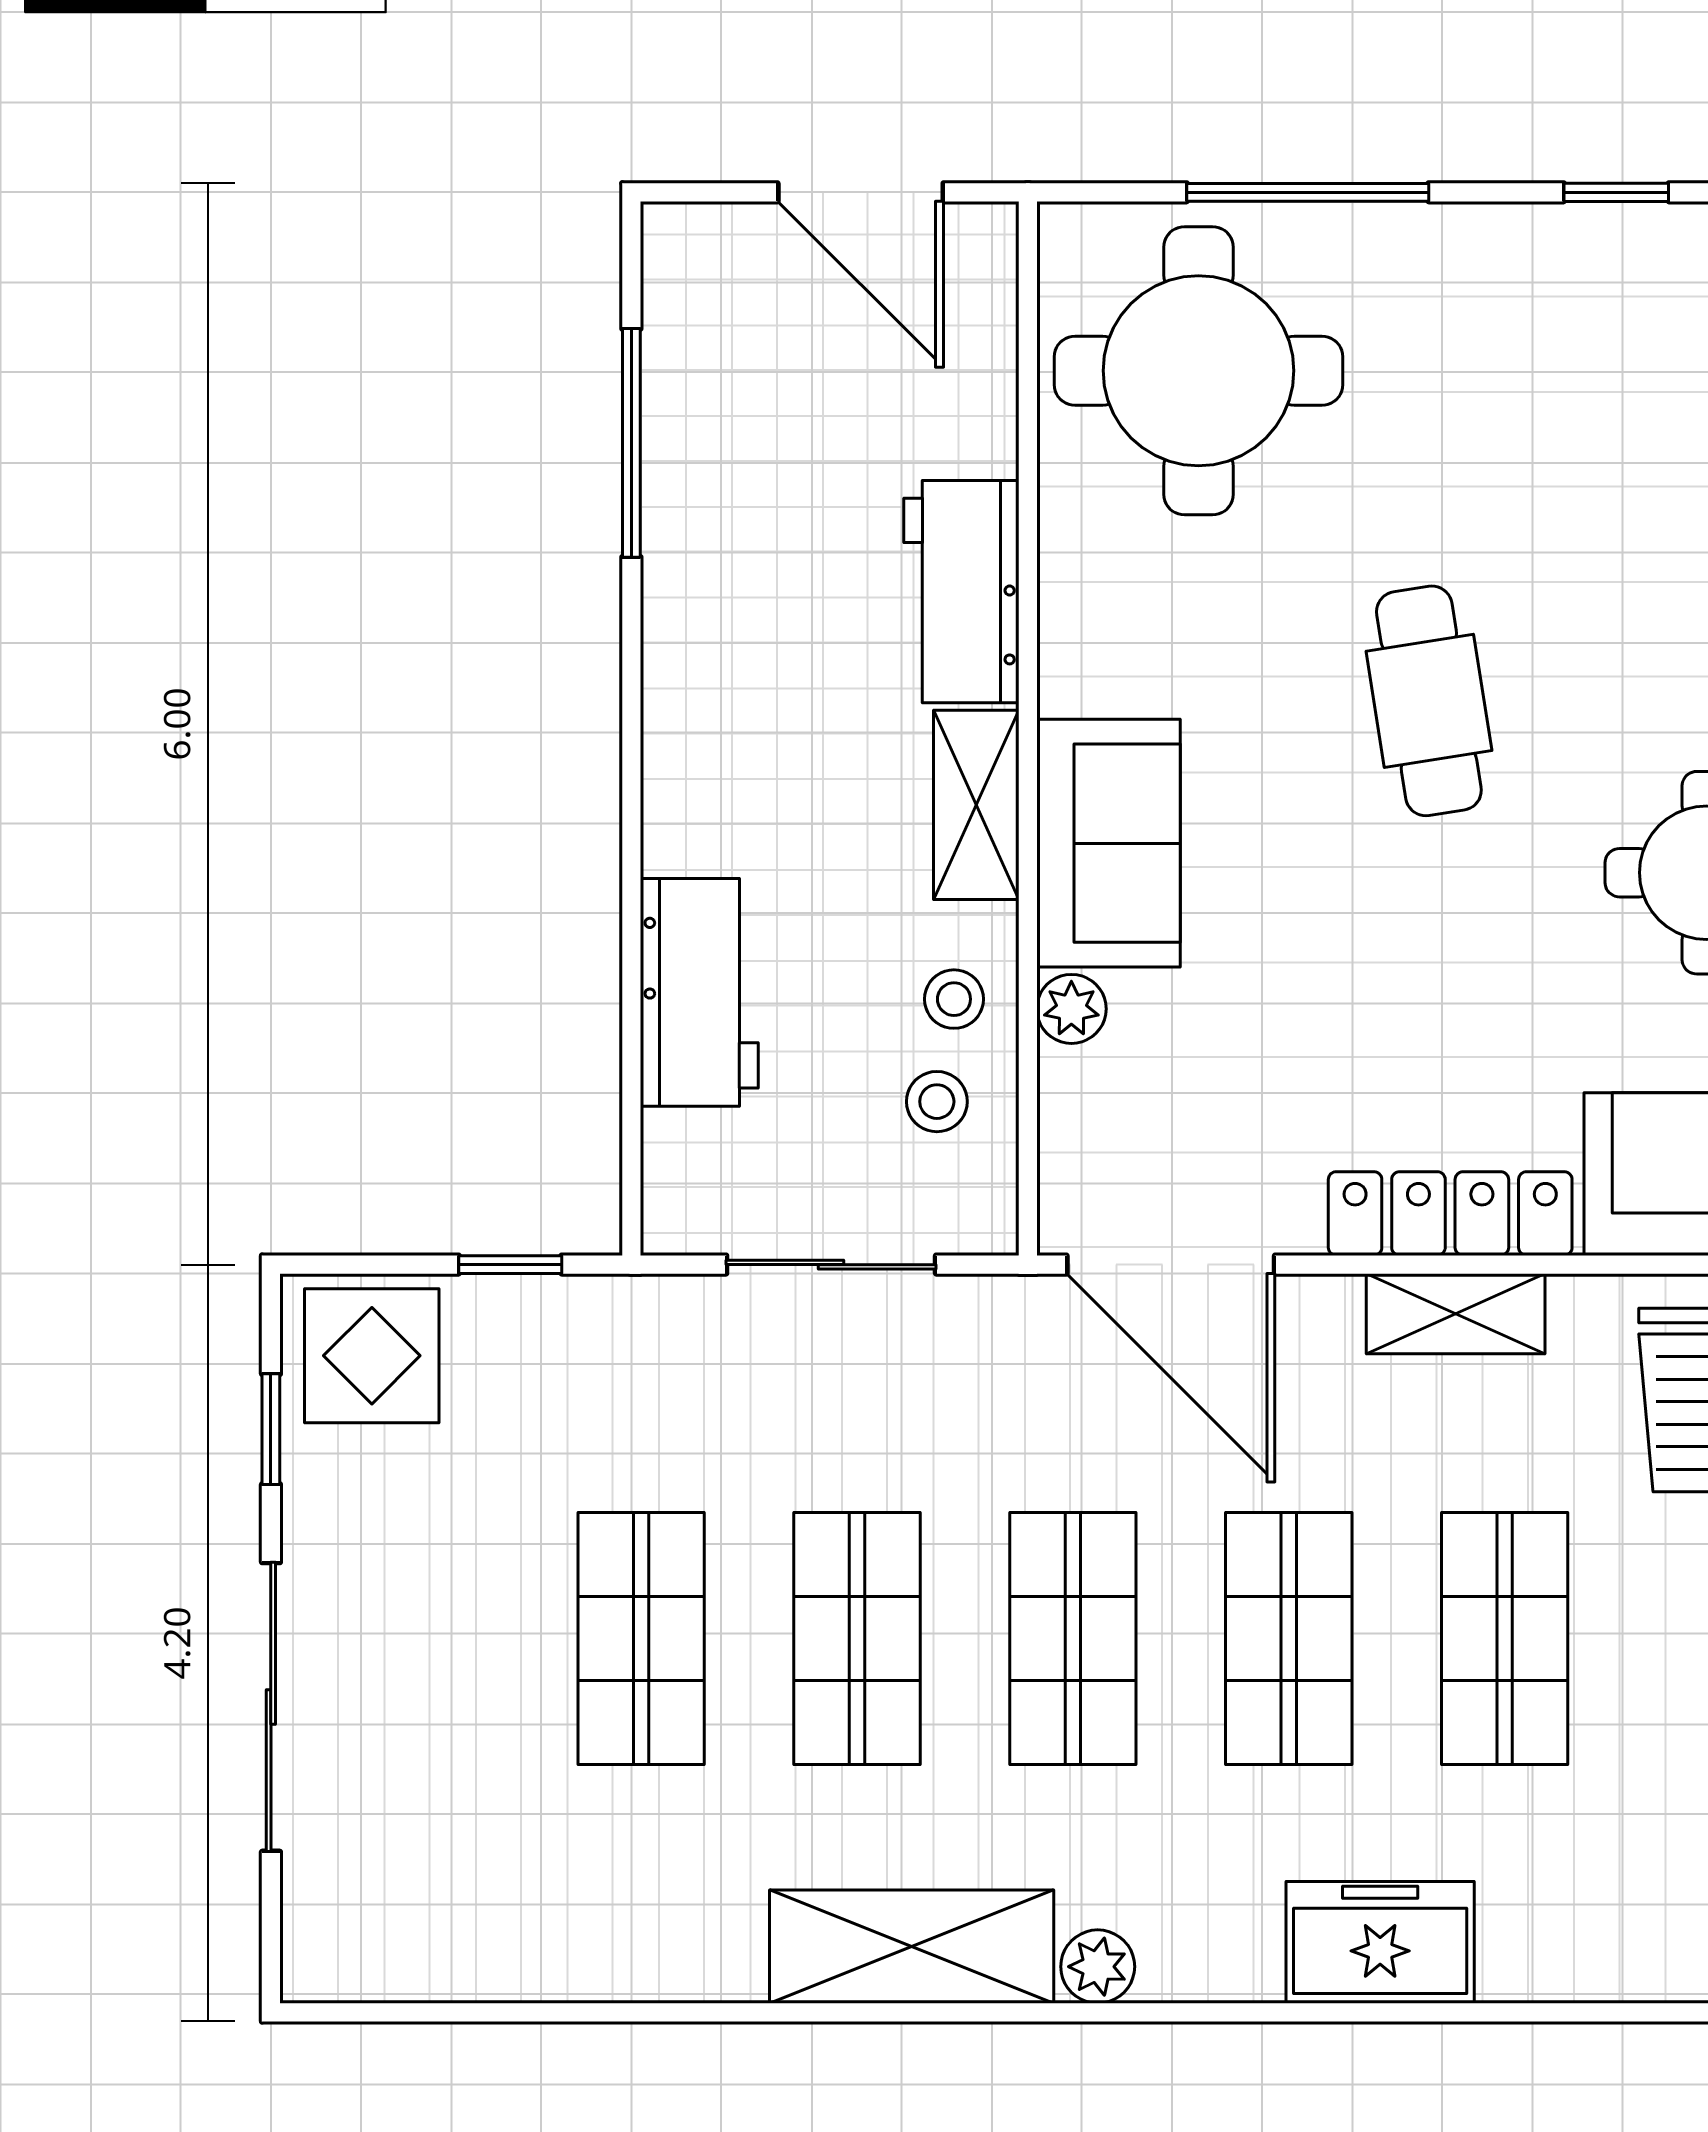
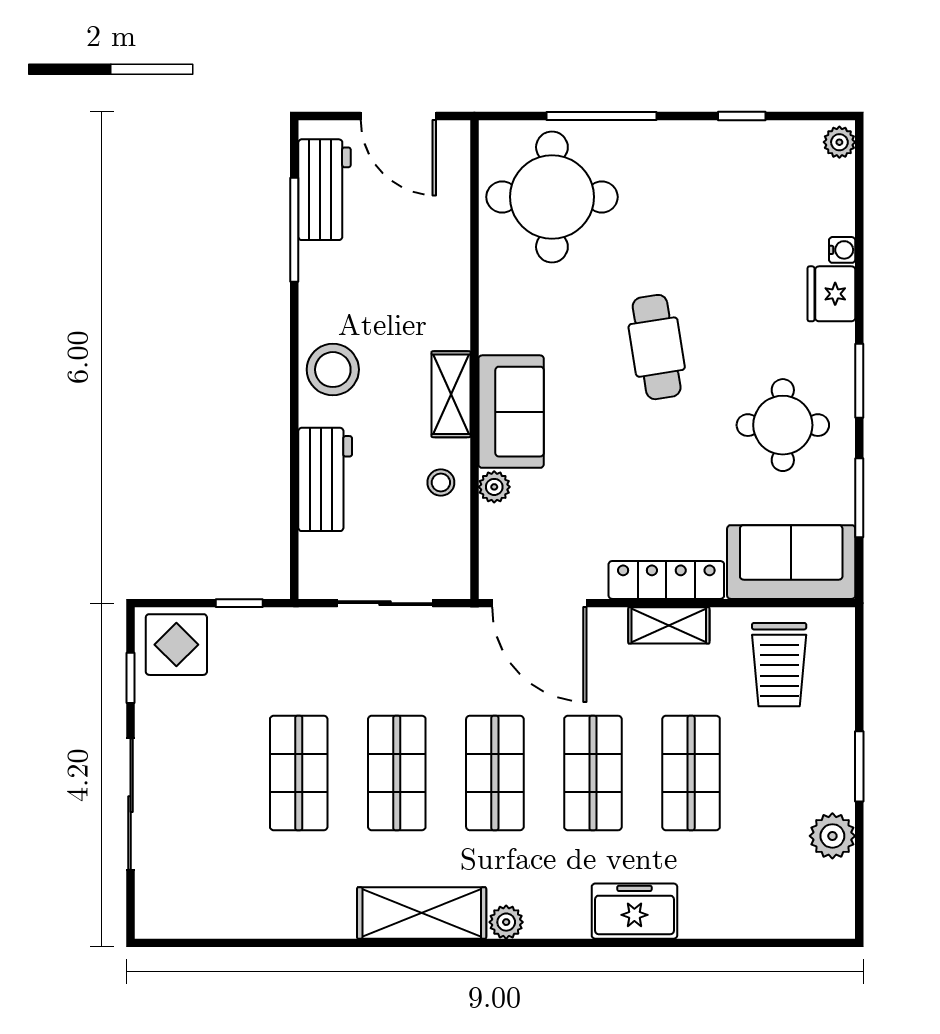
workbench: (961, 592) -> (324, 190), moved, turned 180
stool: (937, 1102) -> (333, 370), moved, width x1.89, depth x1.89

